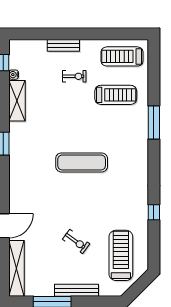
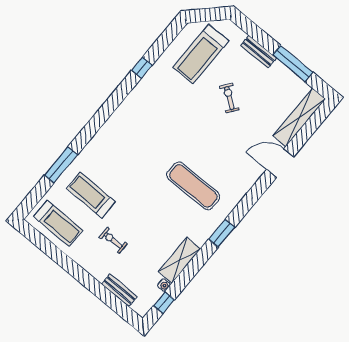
bench: (63, 45) -> (119, 290), moved
window: (154, 122) -> (61, 165), moved
exercise mat: (82, 162) -> (193, 186), moved
bench: (77, 290) -> (259, 52), width x0.73

